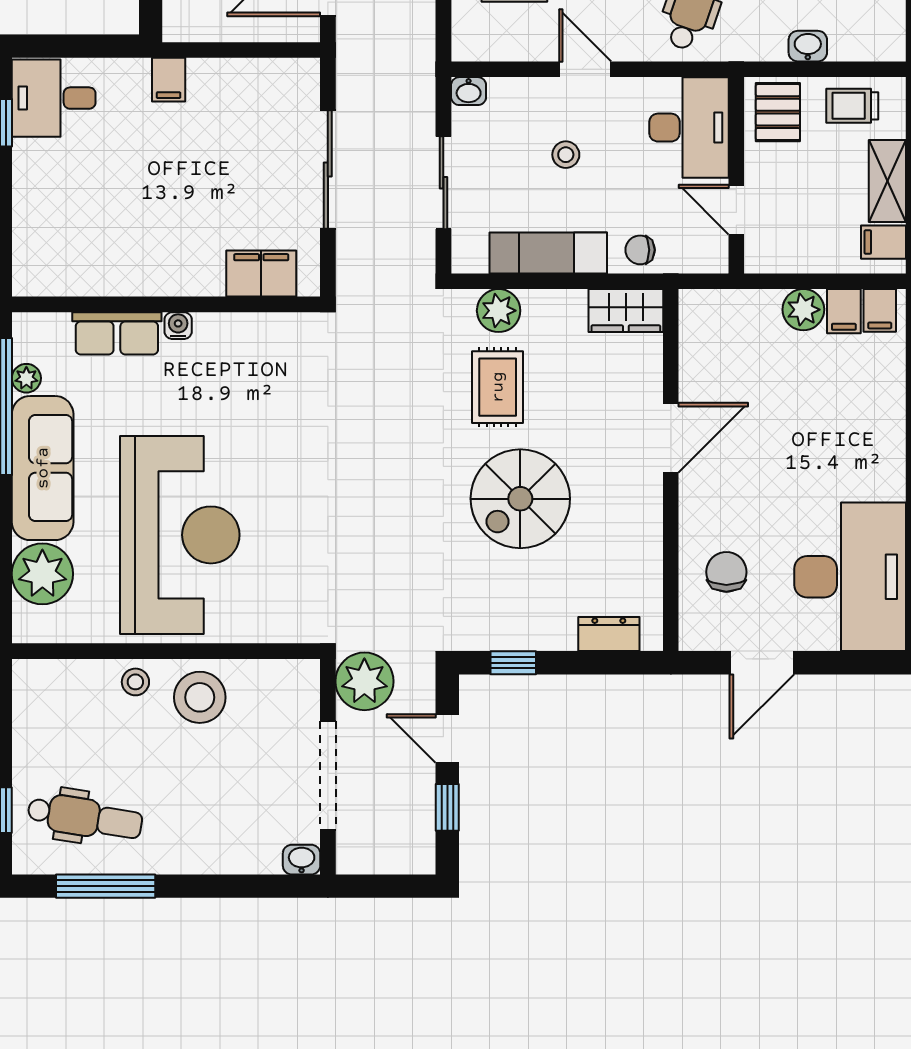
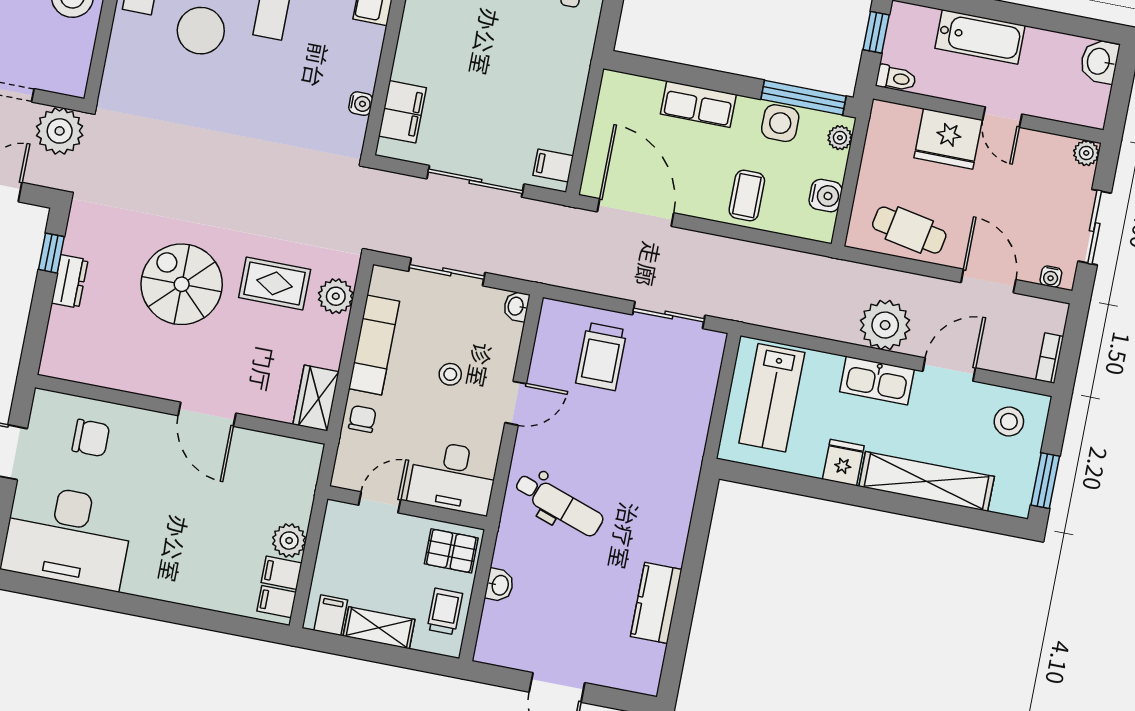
filing cabinet: (169, 80) -> (553, 166), moved
water cooler: (178, 326) -> (361, 104), moved
dresser: (609, 634) -> (70, 281), moved

